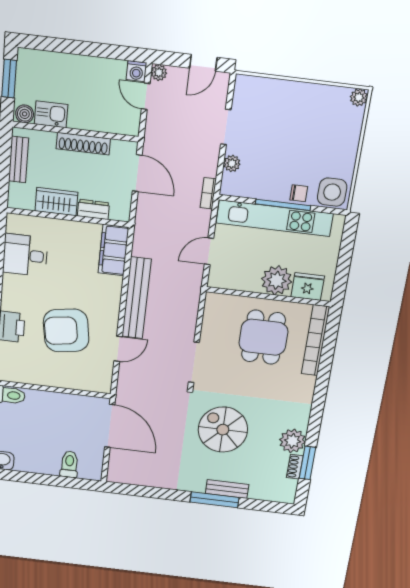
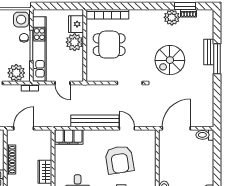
plant: (232, 163) -> (16, 73), width x1.87, depth x1.87
dresser: (93, 209) -> (47, 151), removed
toilet: (69, 464) -> (205, 135), moved

